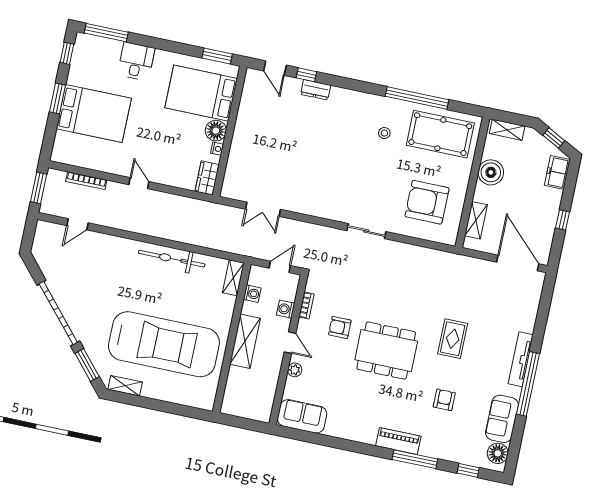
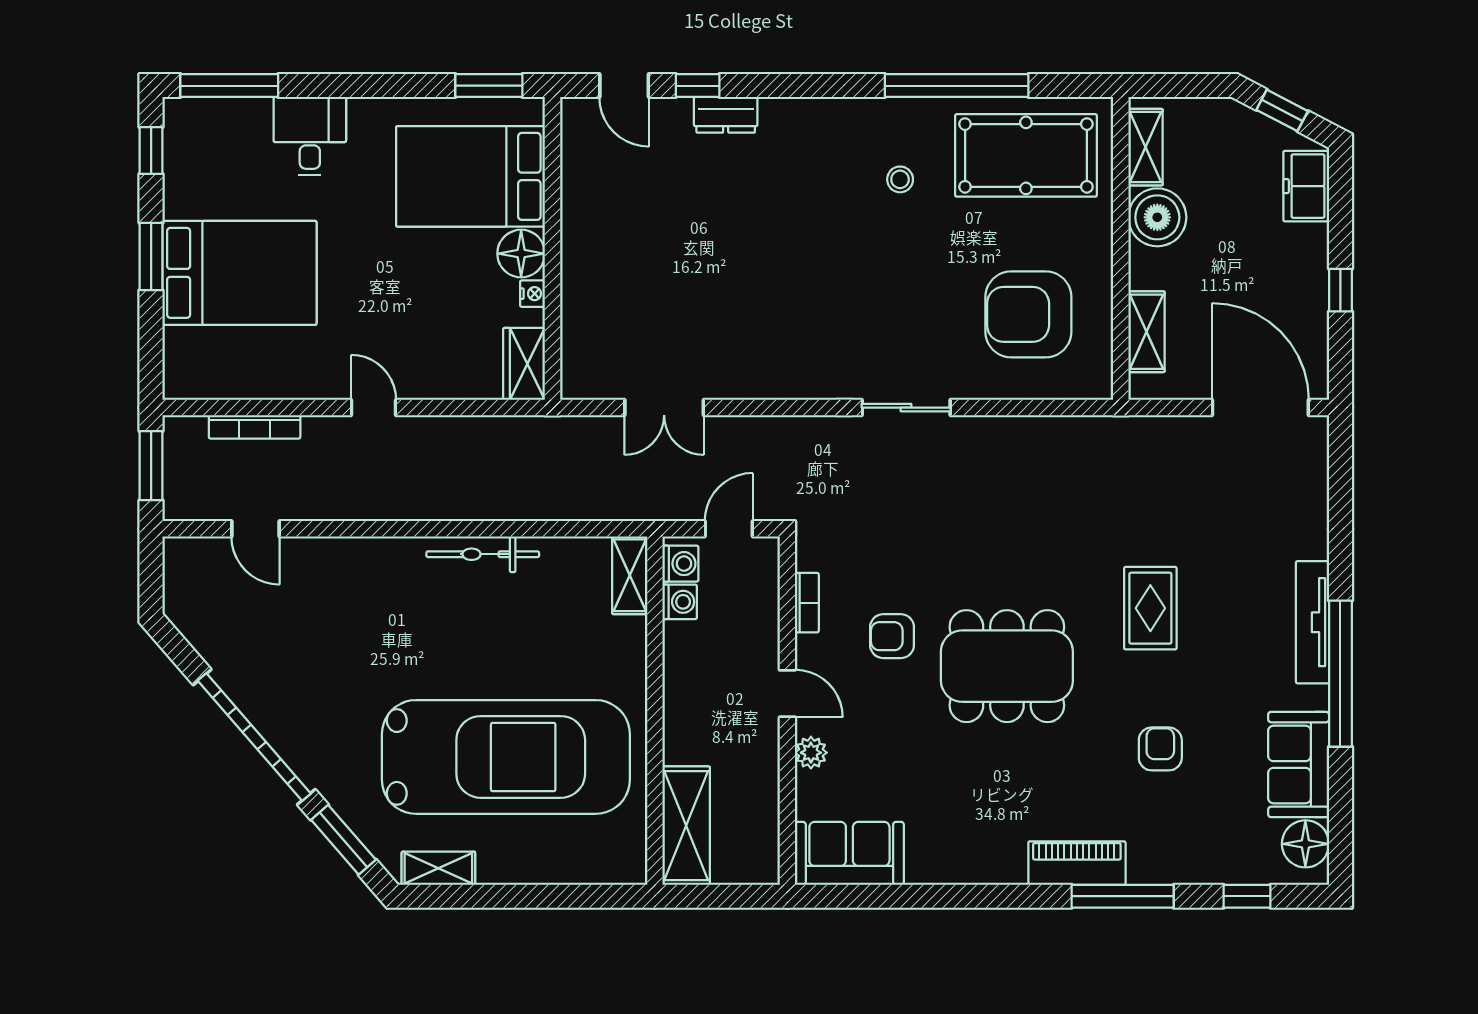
shelving: (507, 130) -> (1145, 147), moved, turned 90
door: (78, 224) -> (255, 529), hinge flipped
bicycle: (172, 259) -> (483, 554), width x0.73, depth x0.71
washing machine: (286, 309) -> (680, 564), moved, turned 180
shelving: (245, 341) -> (686, 826), moved

